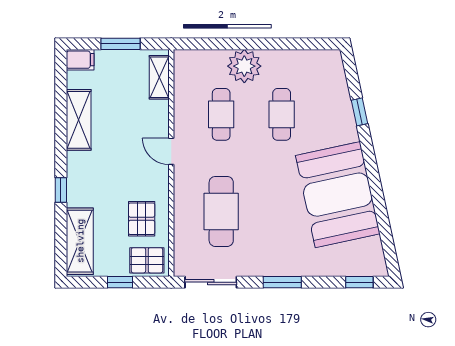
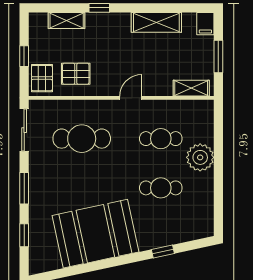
shelving: (80, 241) -> (67, 21), width x0.67, depth x0.75
window: (359, 282) -> (24, 235), moved

